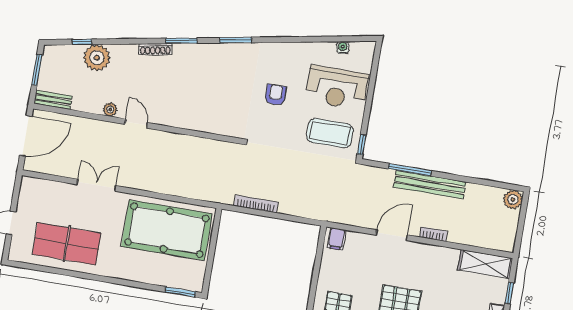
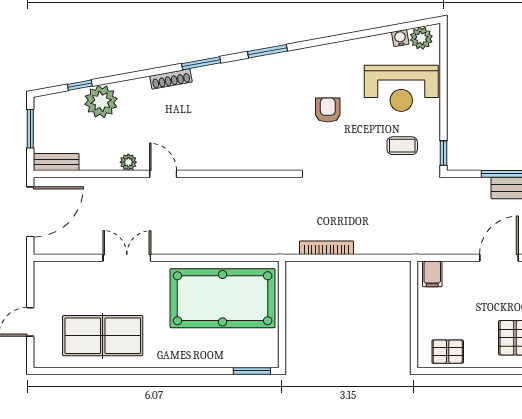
plant: (359, 50) -> (421, 38), added
coffee table: (330, 133) -> (402, 146), width x0.54, depth x0.58

